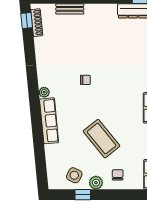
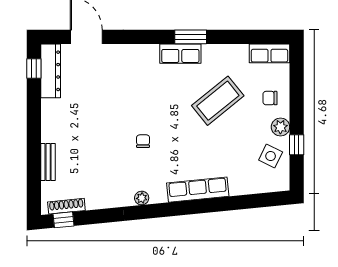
plant: (44, 92) -> (142, 198), moved
coffee table: (102, 139) -> (218, 101), moved

